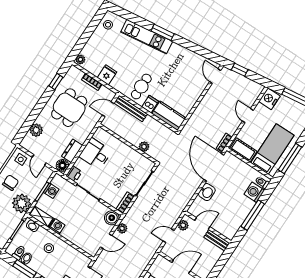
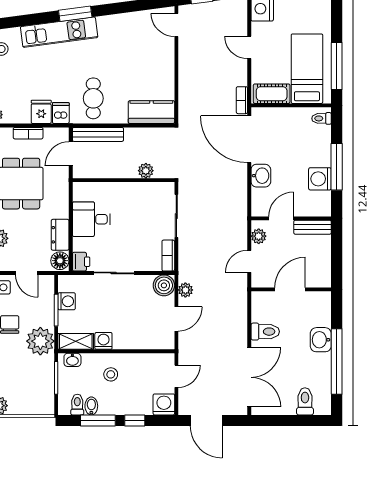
dishwasher: (150, 104) -> (61, 113), moved
washing machine: (254, 192) -> (320, 179), moved

